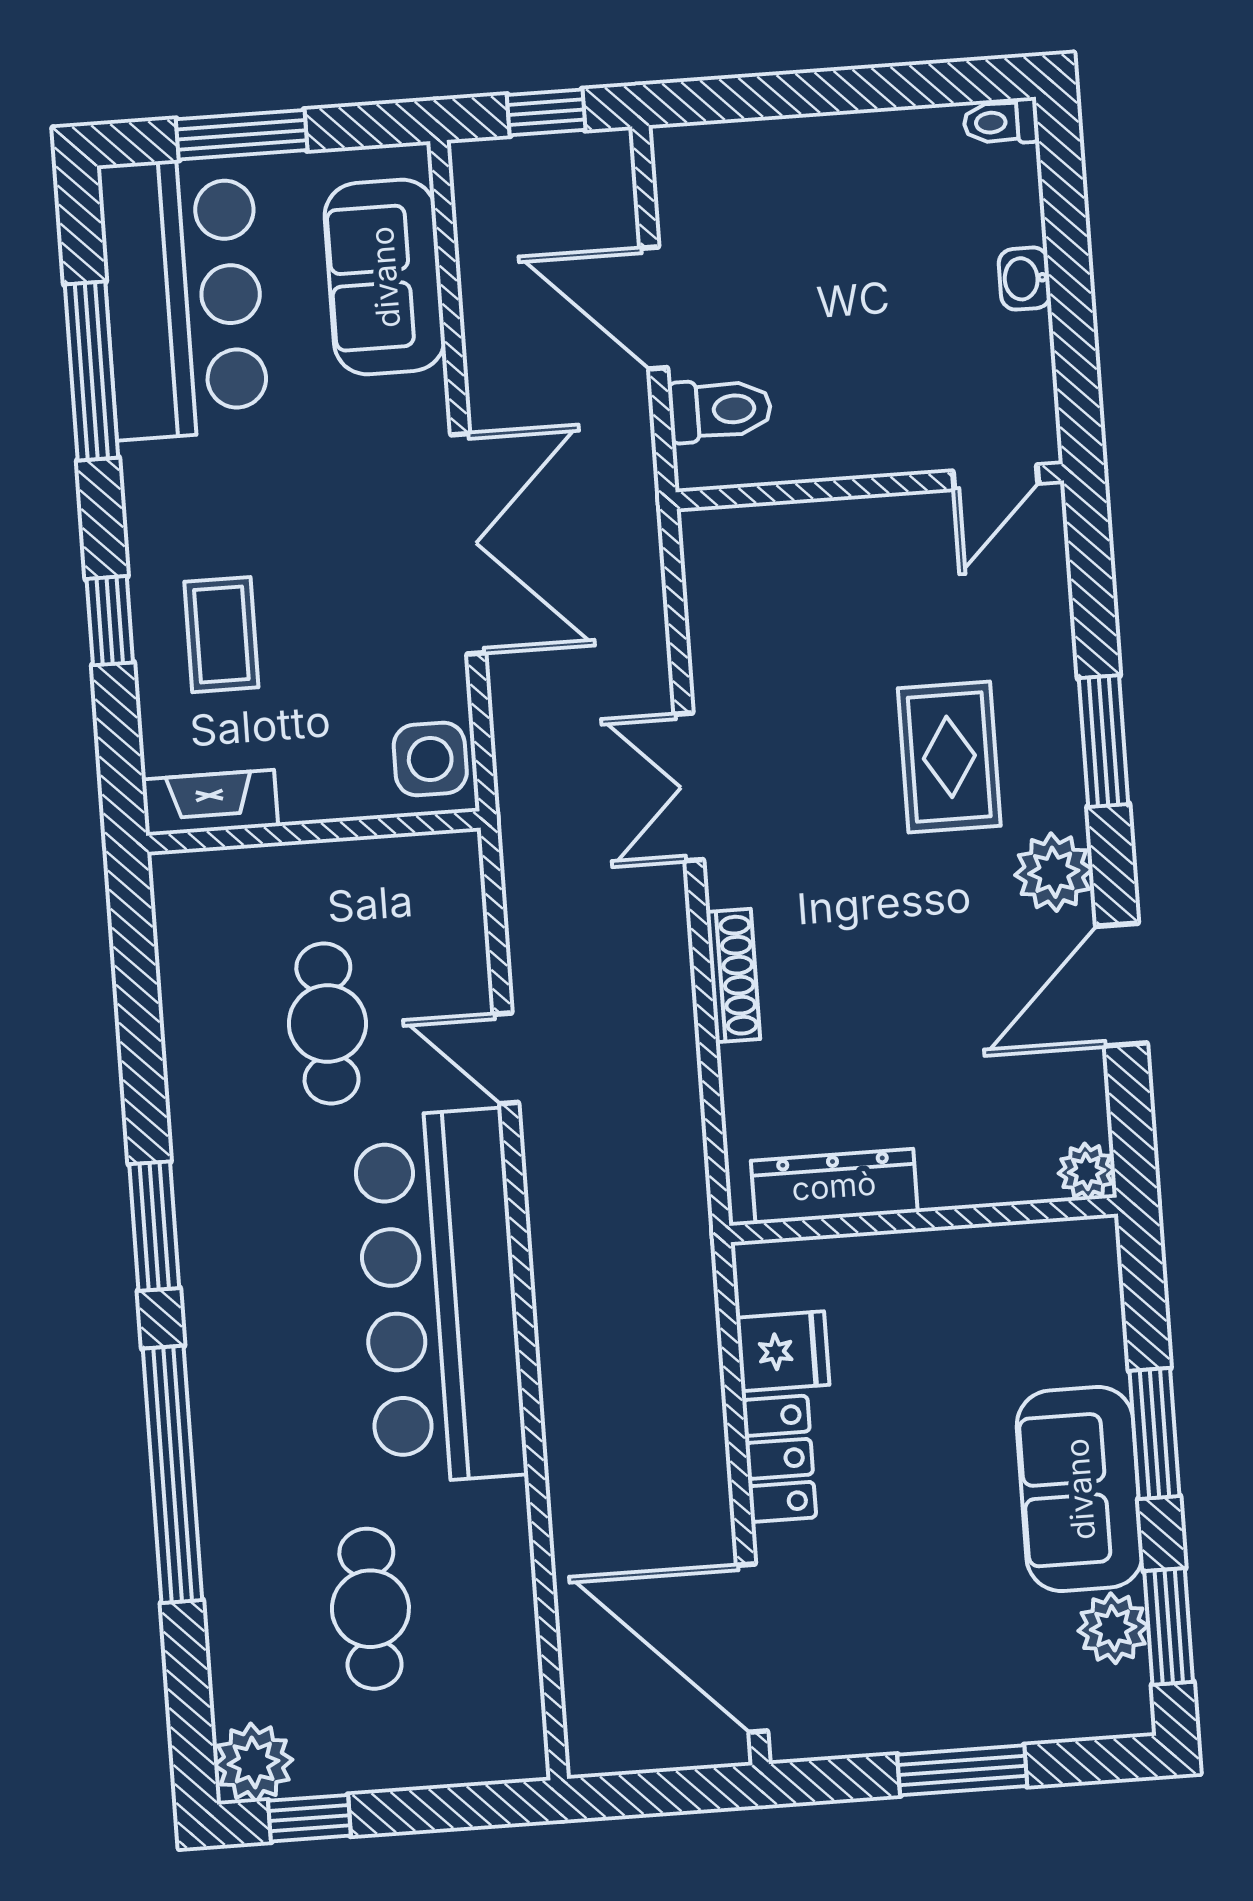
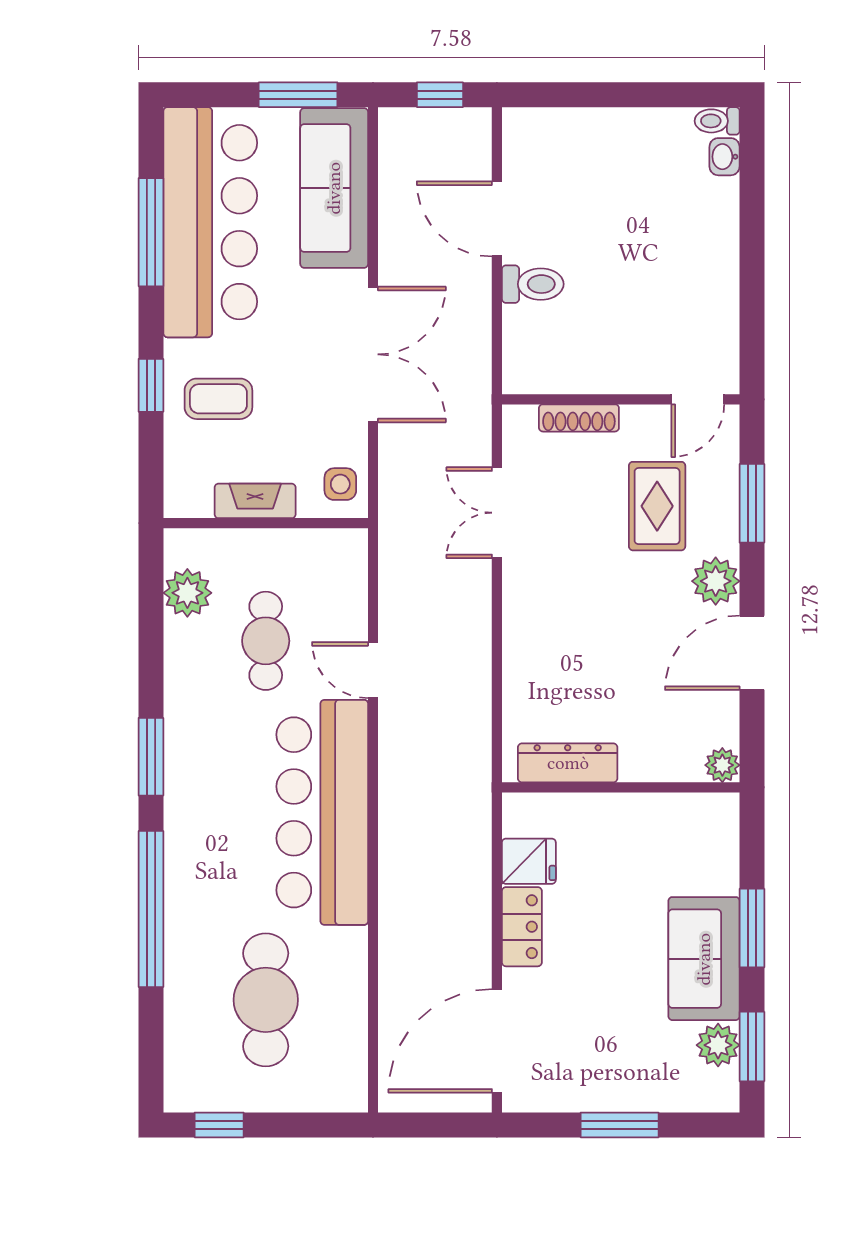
window: (242, 135) -> (298, 95), moved
sofa: (385, 277) -> (334, 188), width x1.36
washbasin: (1025, 279) -> (724, 157), moved
bar counter: (183, 298) -> (210, 222), width x1.36
door: (996, 477) -> (698, 399), moved
wall: (870, 486) -> (621, 399), moved
coffee table: (221, 635) -> (218, 399), turned 90
side table: (430, 759) -> (340, 484), width x0.73, depth x0.73
fireplace: (210, 803) -> (255, 501), moved
shoe rack: (733, 976) -> (579, 418), moved, turned 90
cafe table: (370, 1609) -> (266, 1000), width x1.37, depth x1.35
door: (752, 1648) -> (497, 1041), hinge flipped
plant: (253, 1763) -> (187, 593), moved

